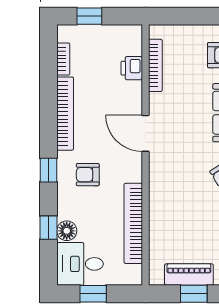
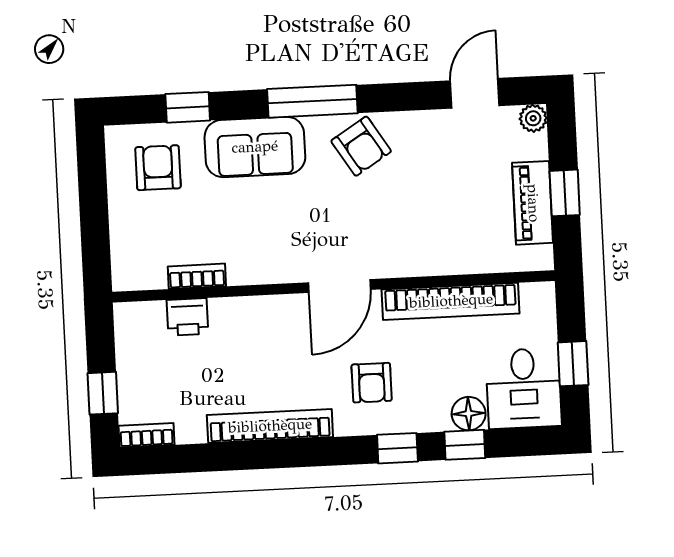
bookcase: (63, 59) -> (147, 435), moved
bookcase: (155, 65) -> (197, 276), width x0.64
door: (145, 133) -> (339, 286), moved
window: (48, 170) -> (397, 448), moved

